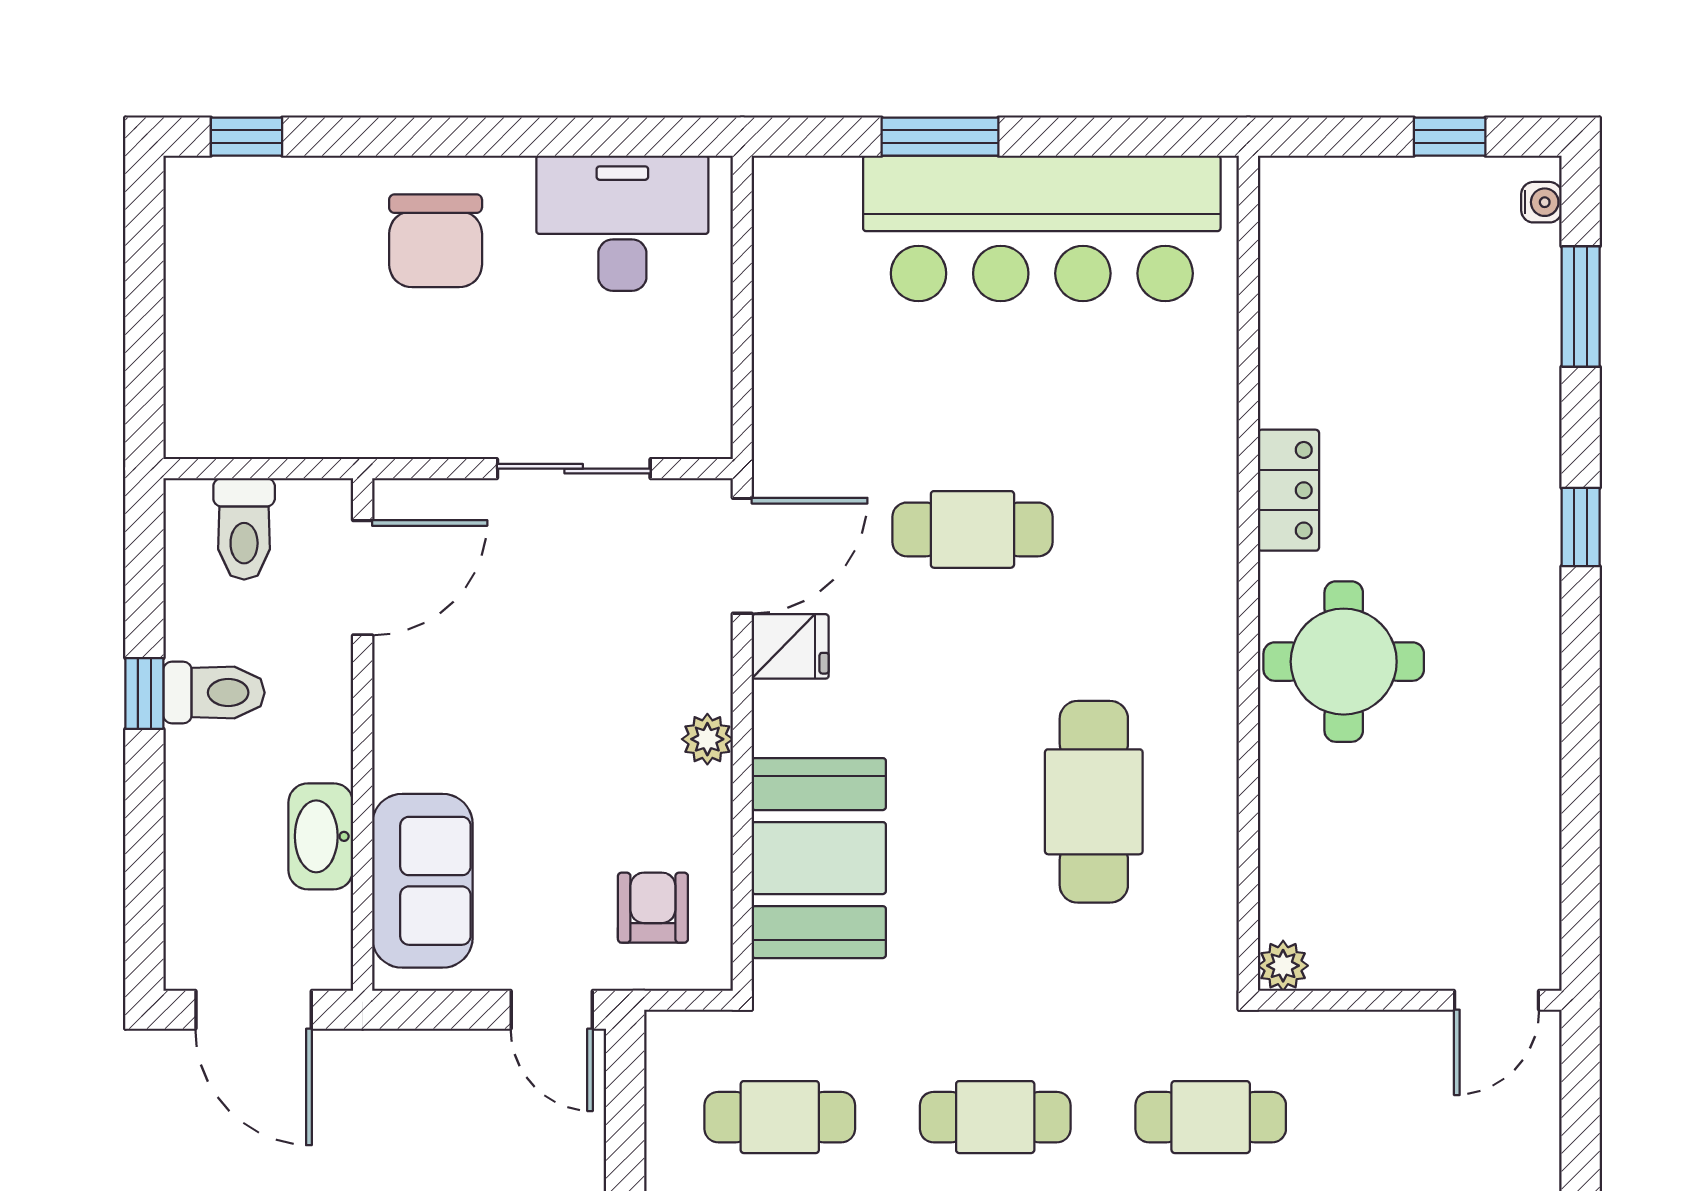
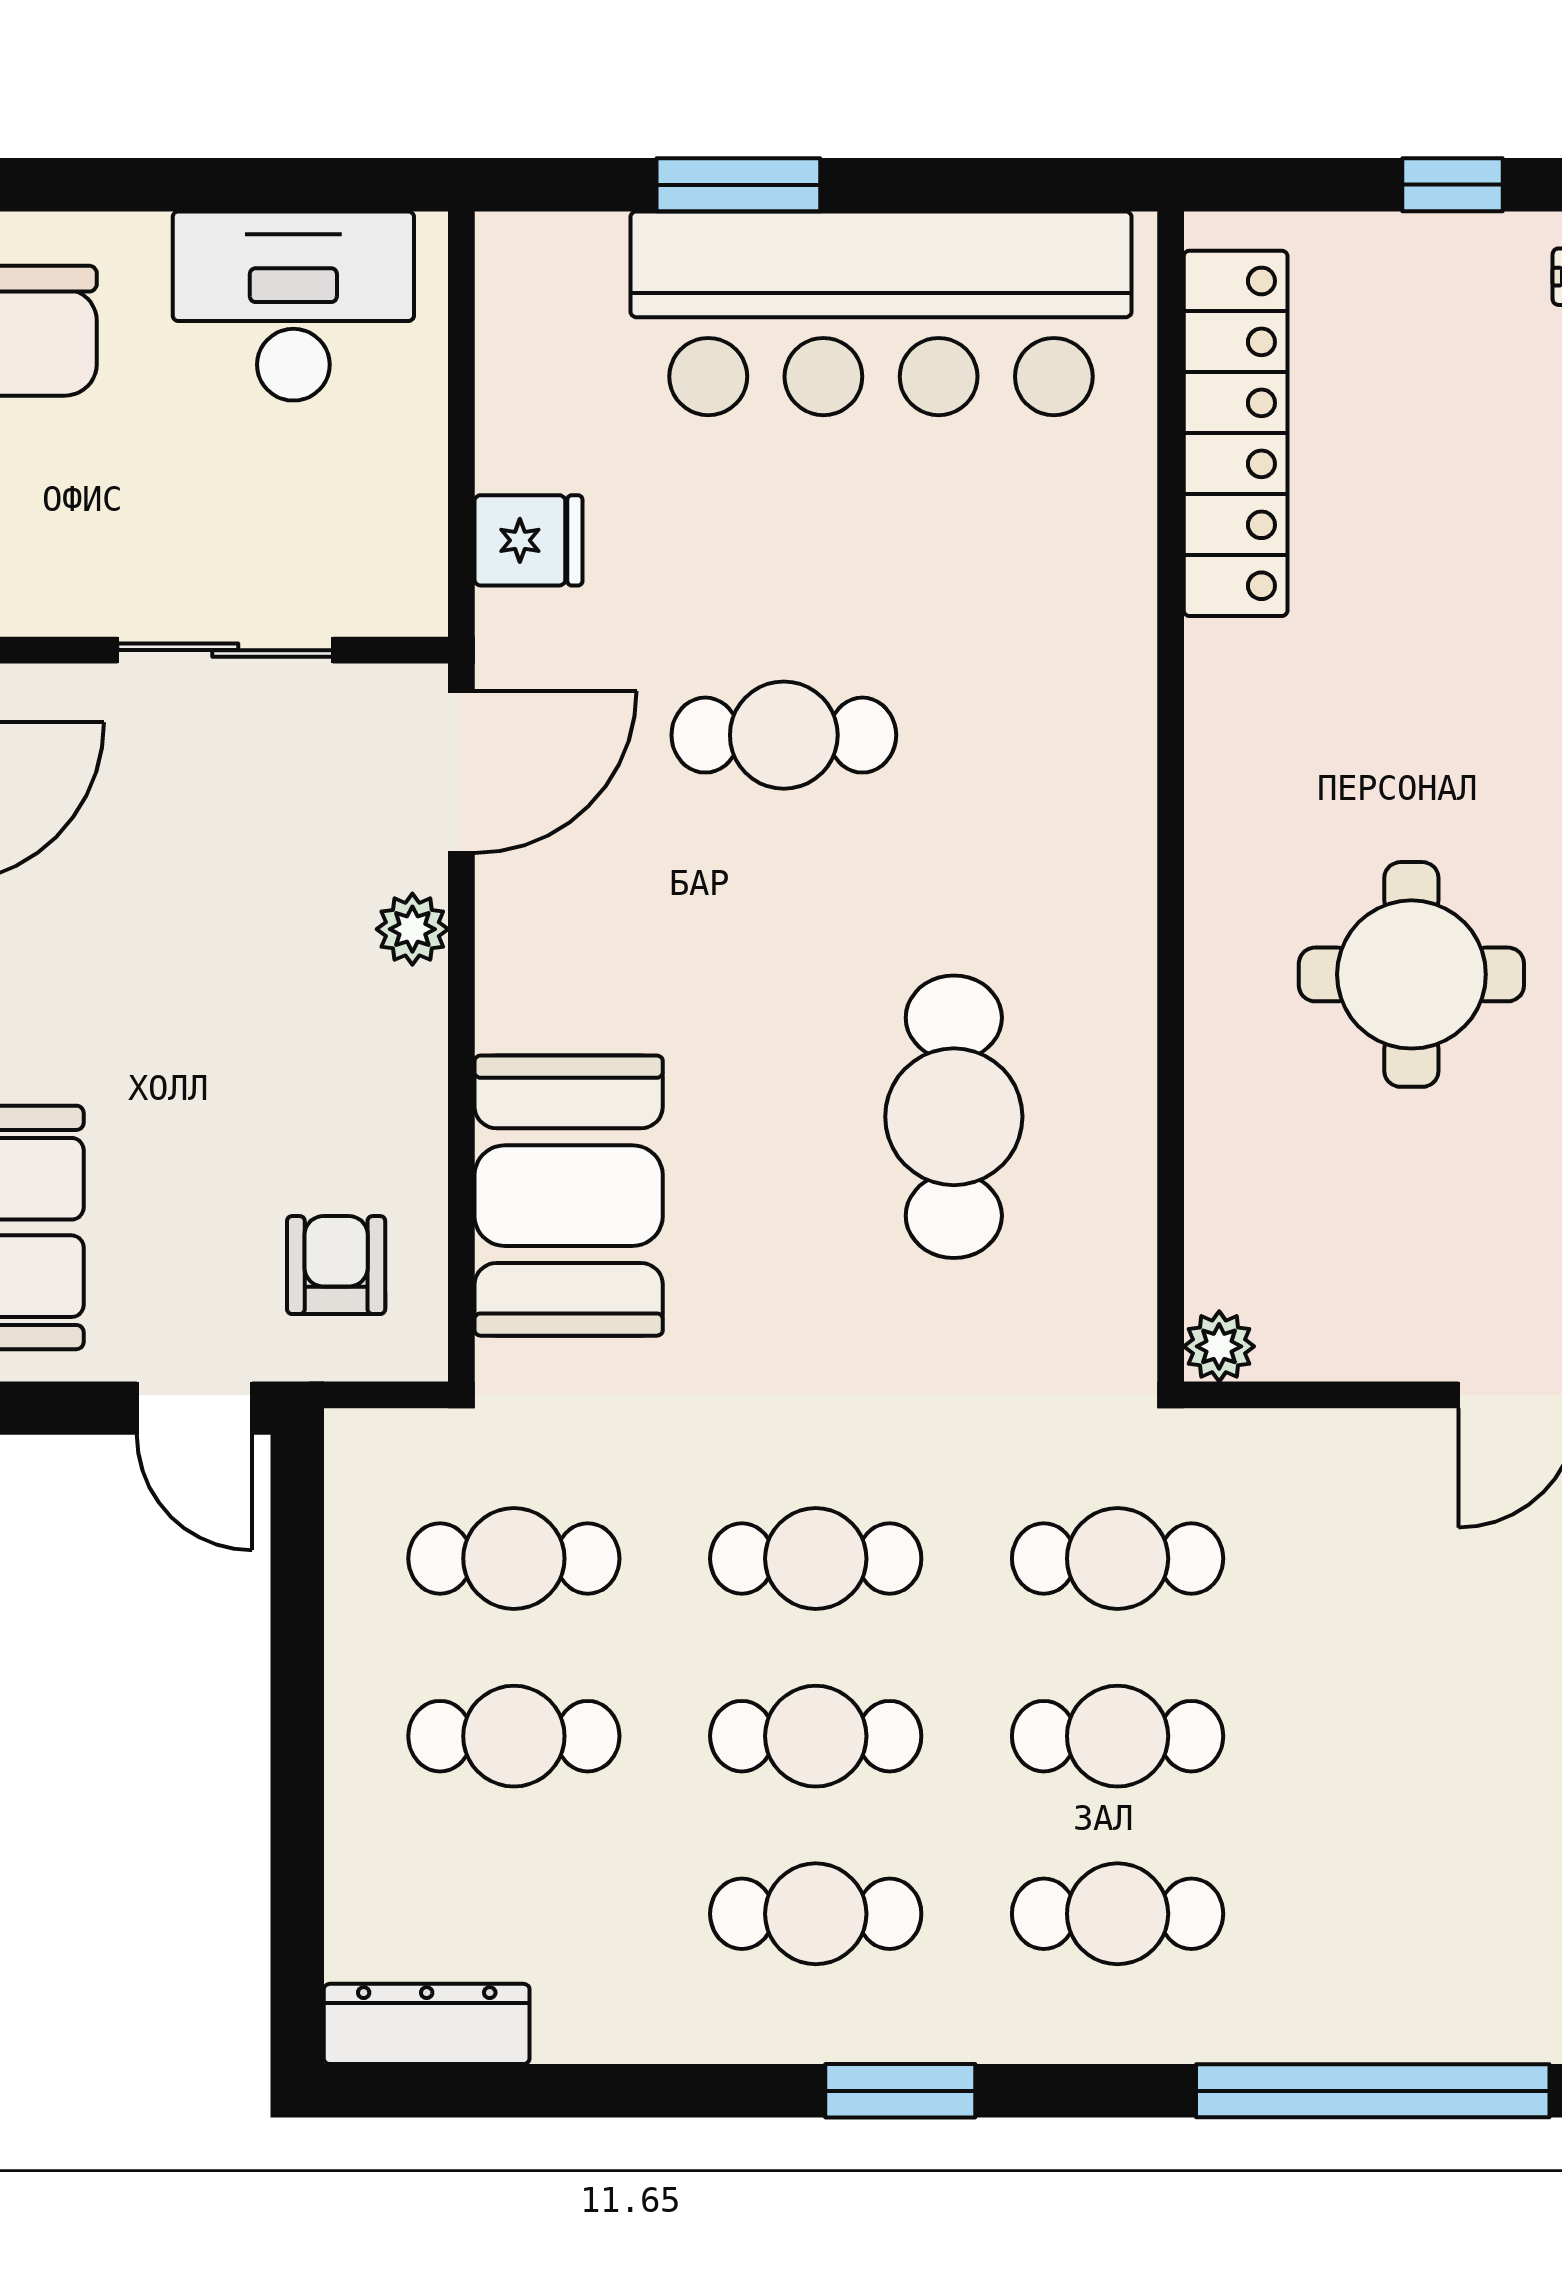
locker: (1289, 490) -> (1236, 433), moved, width x2.16, depth x1.21
fridge: (790, 646) -> (529, 540), moved
round table: (1344, 662) -> (1411, 974), moved
plant: (707, 739) -> (412, 929), moved

